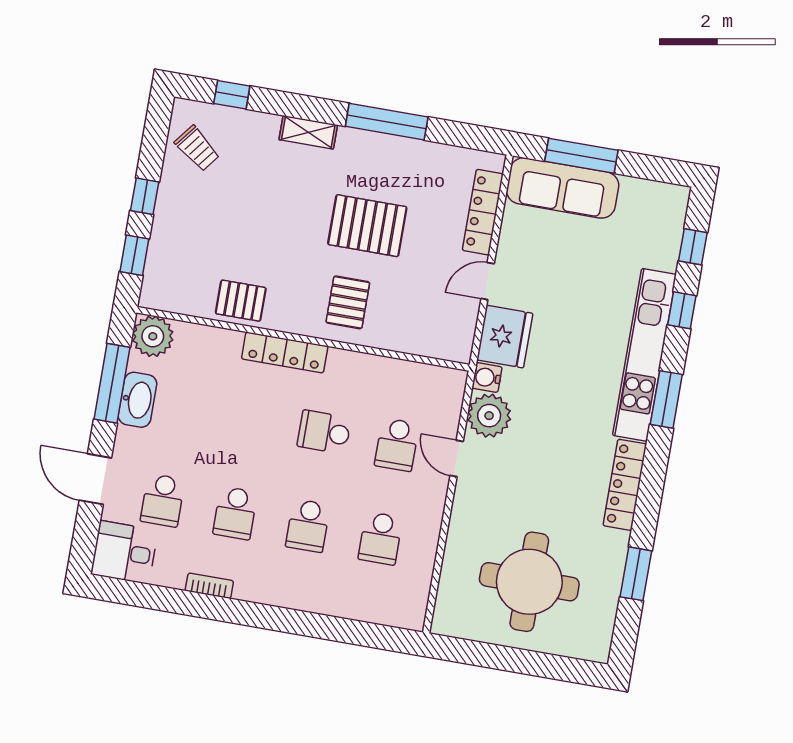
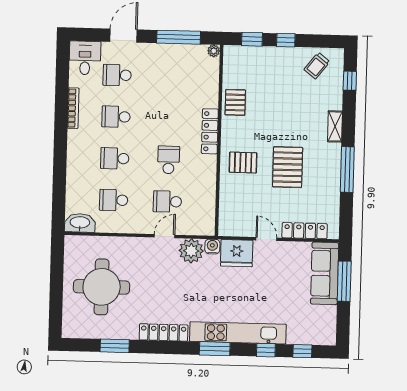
plant: (153, 336) -> (214, 51), width x0.53, depth x0.53
washbasin: (137, 400) -> (80, 223), moved, turned 180
bookcase: (209, 586) -> (73, 108), width x1.56

